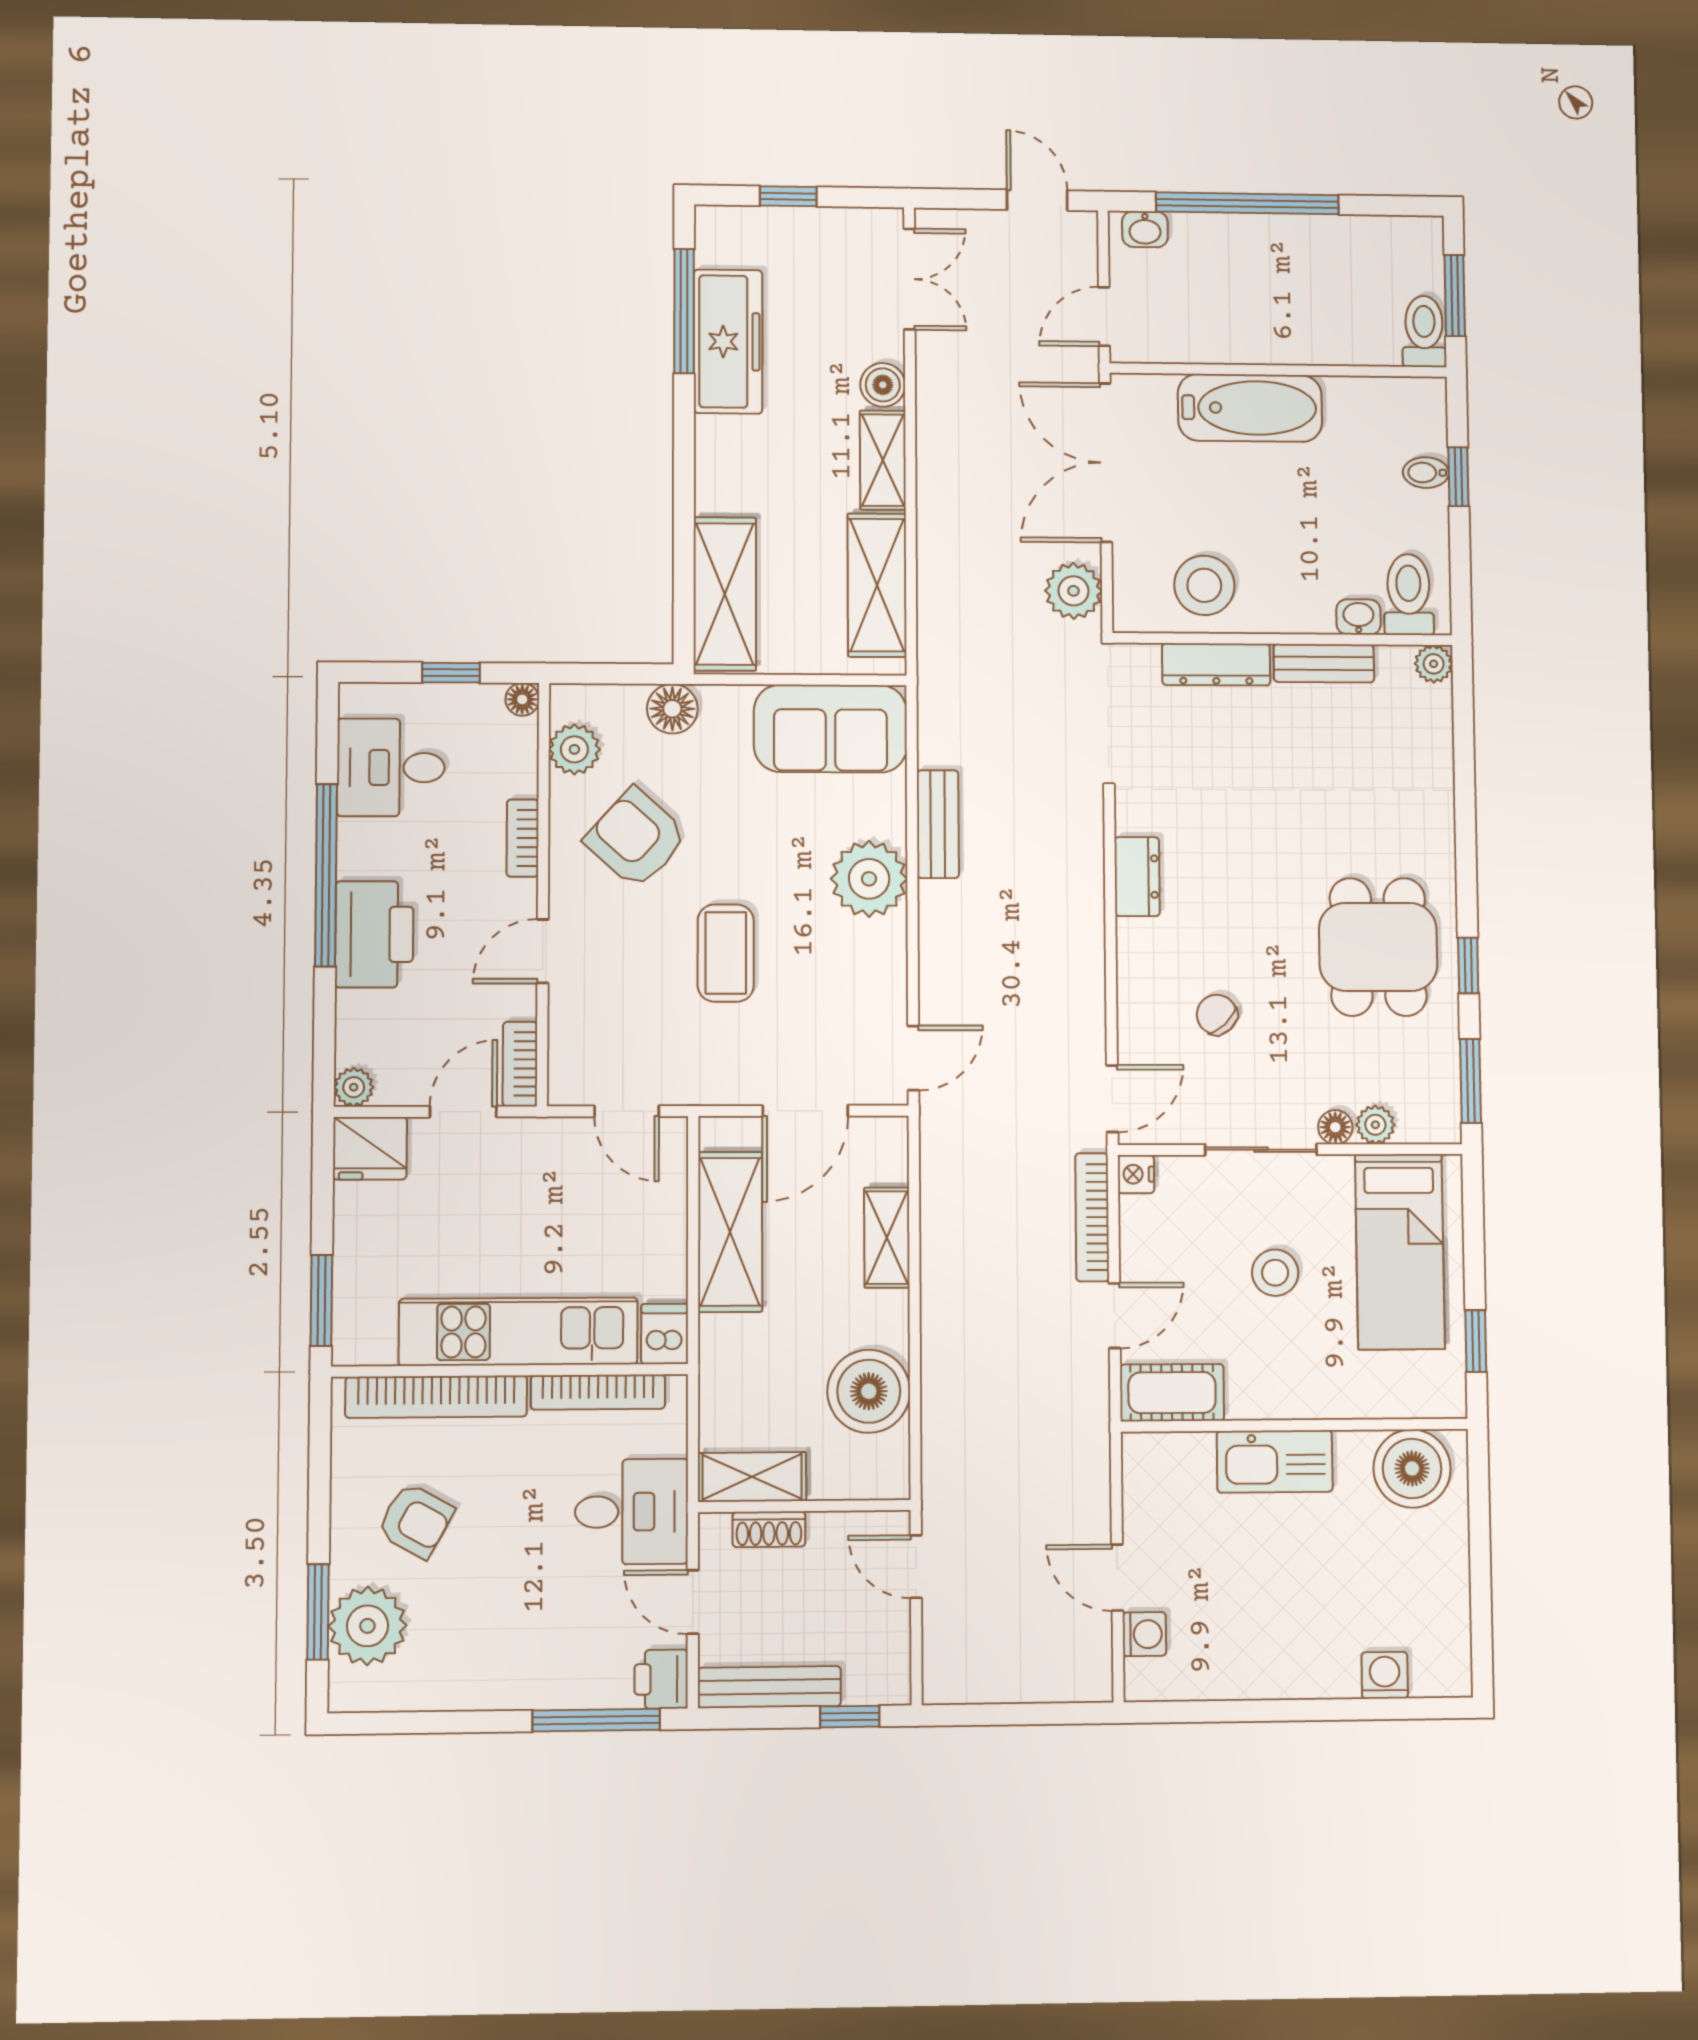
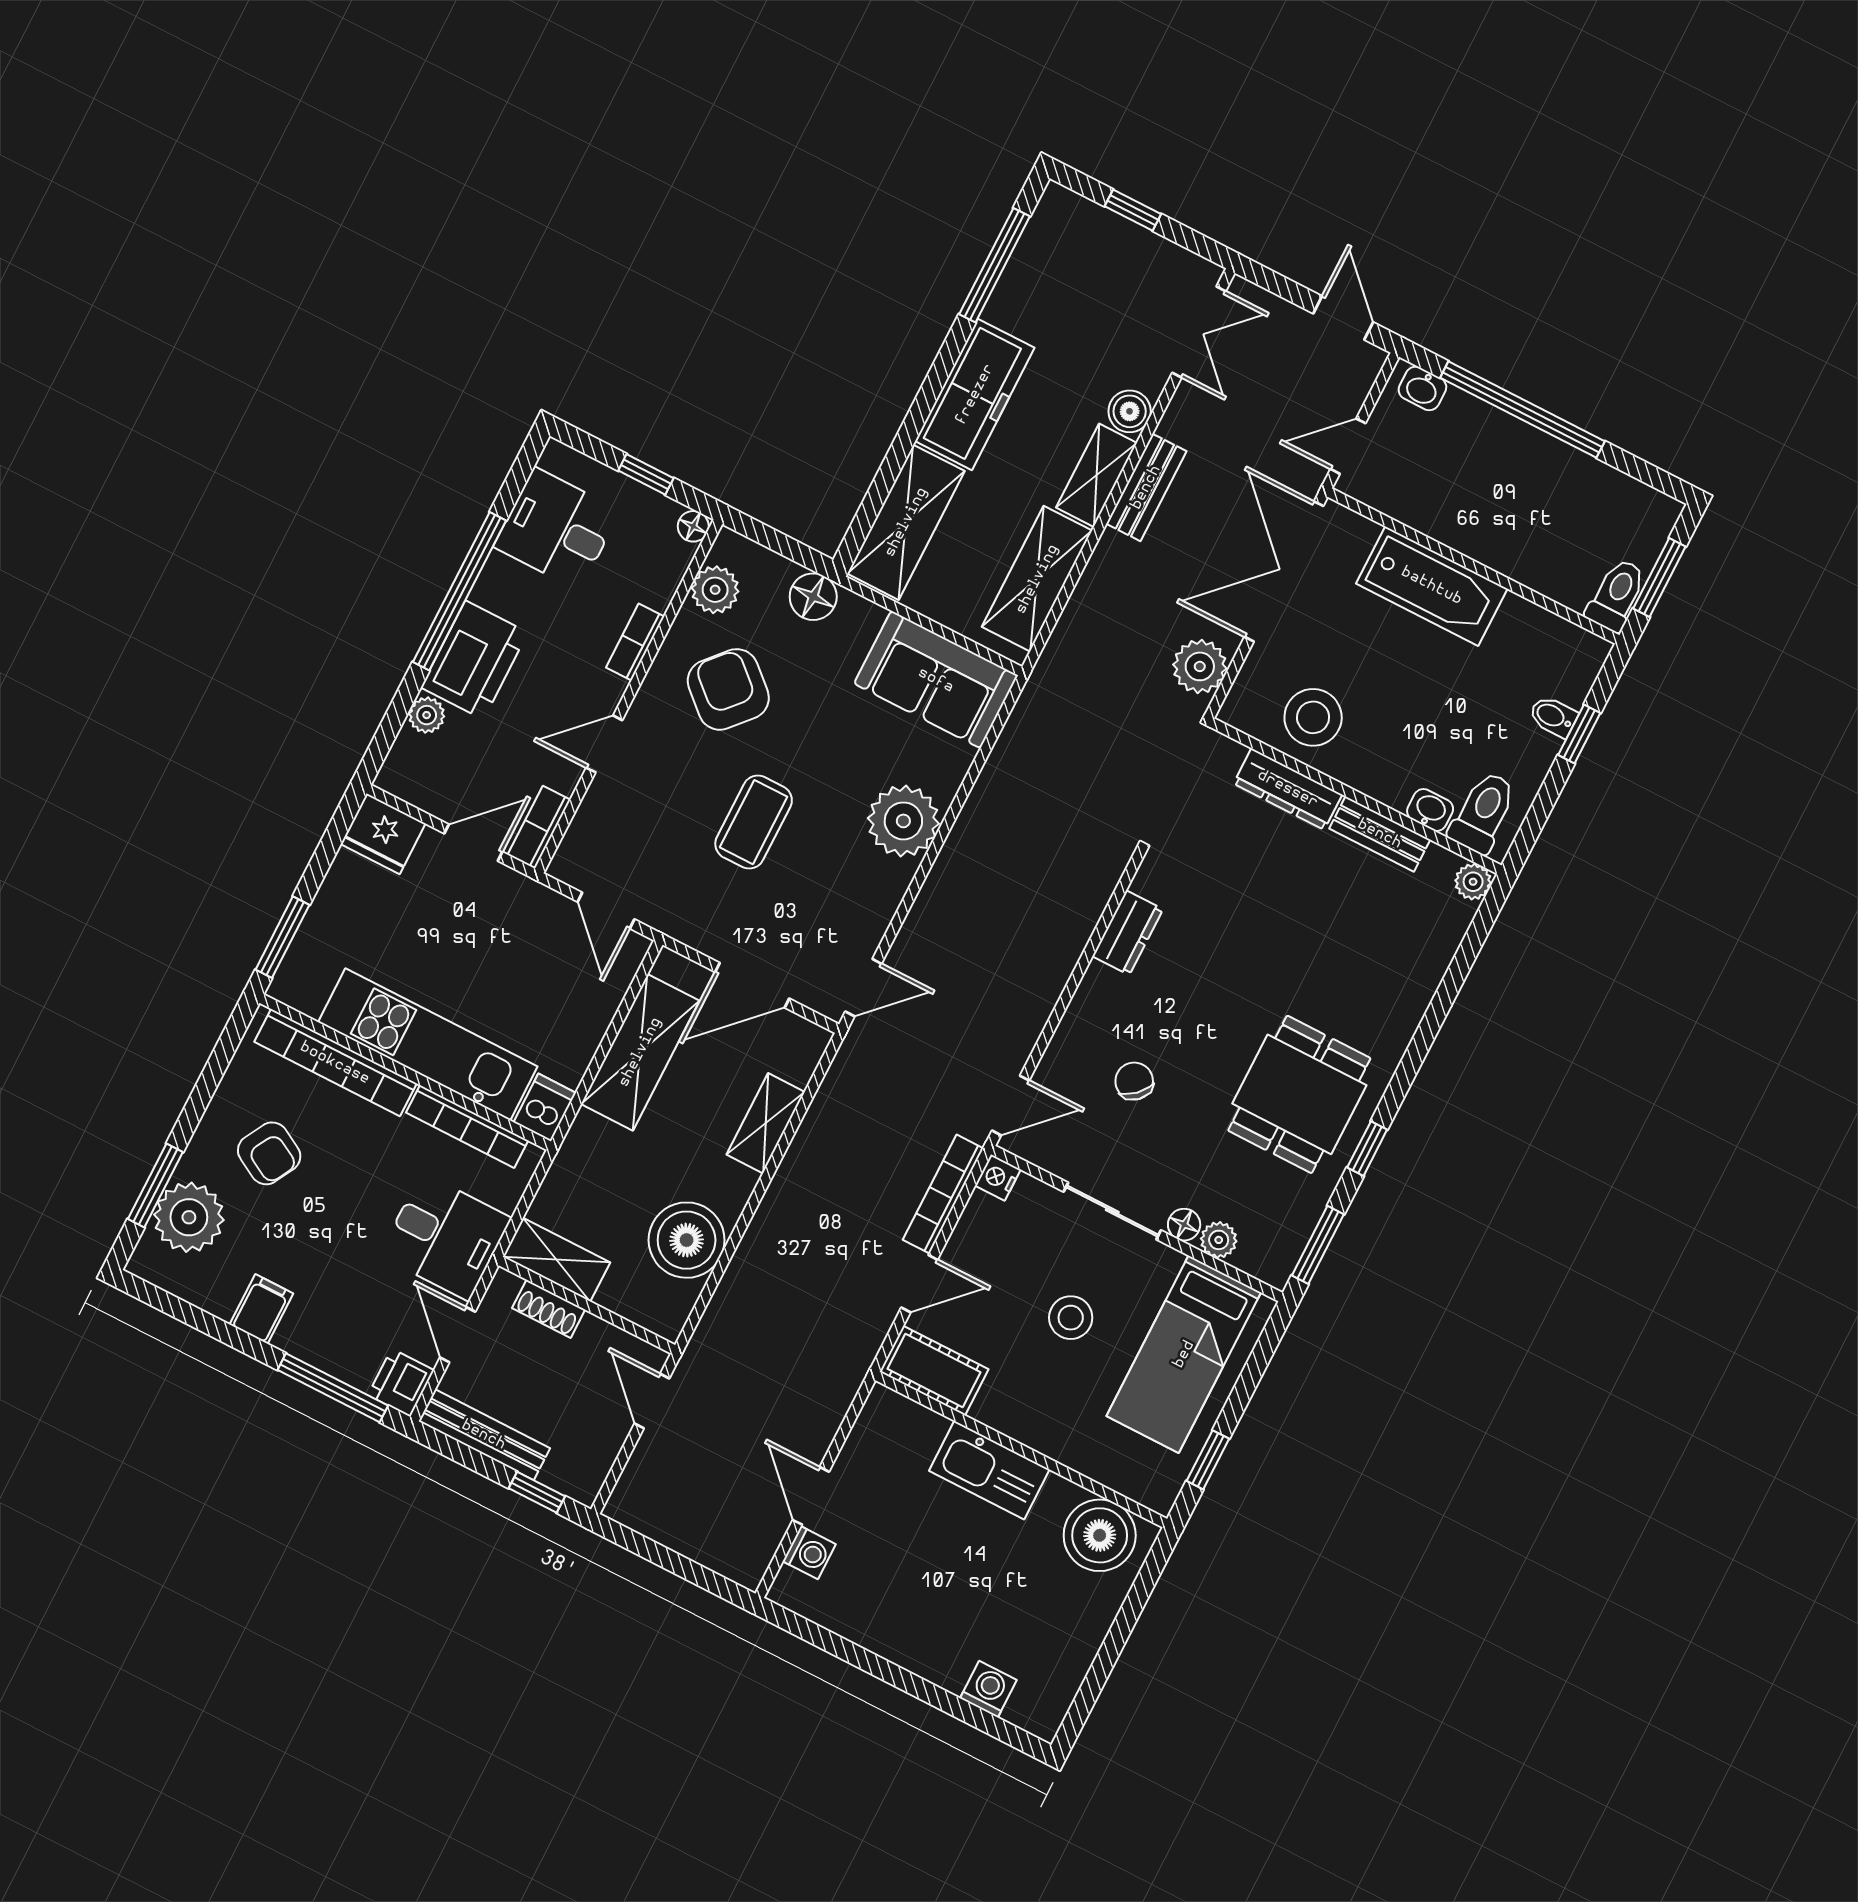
freezer: (728, 342) -> (975, 394), moved
bench: (938, 824) -> (1146, 487), moved
plant: (354, 1087) -> (427, 715), moved
filing cabinet: (486, 1679) -> (261, 1309), added

